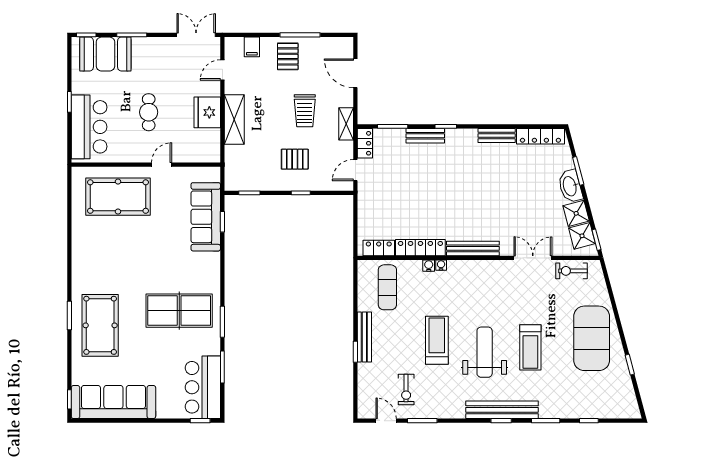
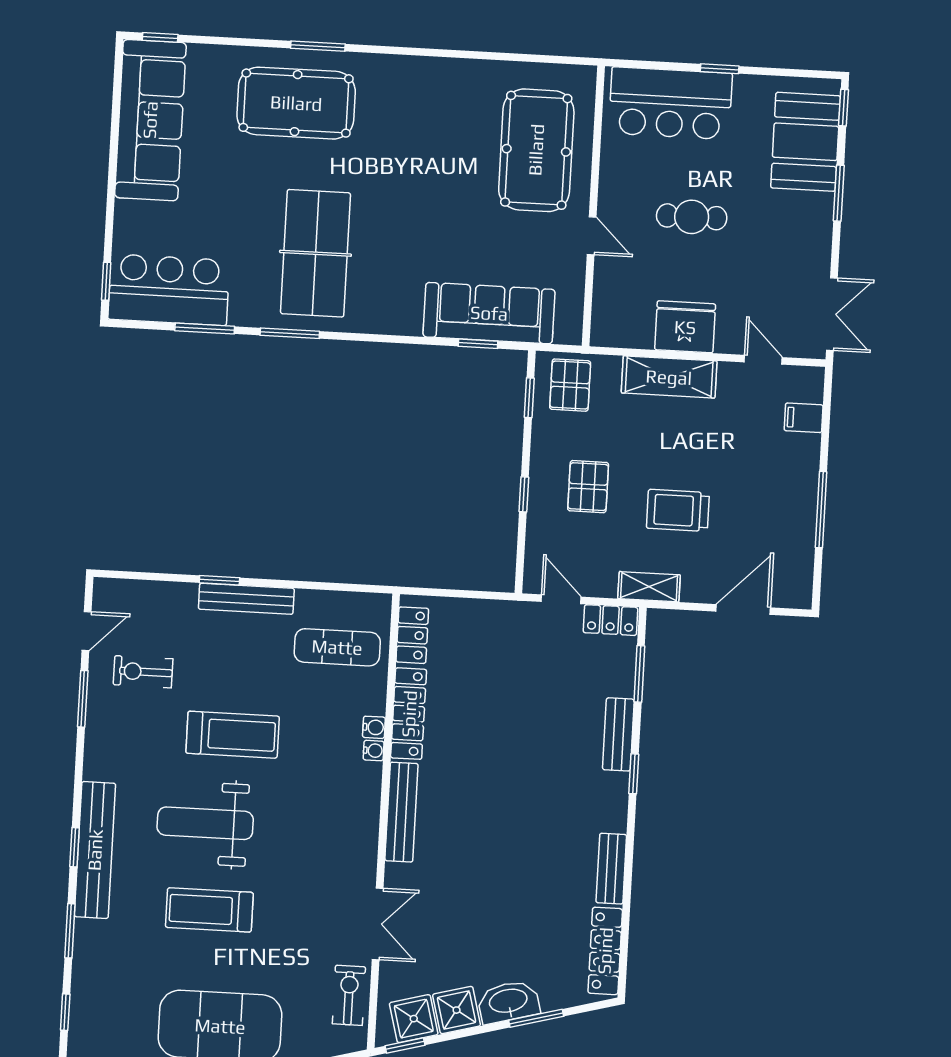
pallet: (288, 56) -> (570, 385), moved, turned 90
weight bench: (485, 352) -> (205, 823), turned 180

